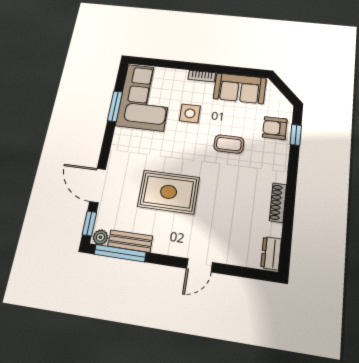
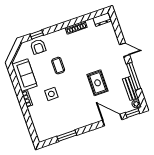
corner sofa: (145, 97) -> (54, 122), removed
door: (98, 185) -> (112, 120), swing flipped
rug: (169, 192) -> (98, 83), width x0.73, depth x0.70
window: (120, 253) -> (134, 76), moved

